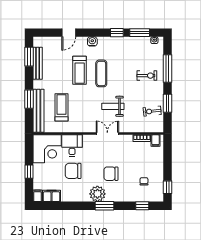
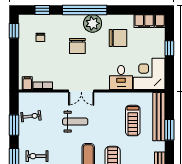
chair: (73, 171) -> (118, 38), moved
chair: (111, 174) -> (77, 46), turned 90
window: (104, 206) -> (85, 10), width x2.11

